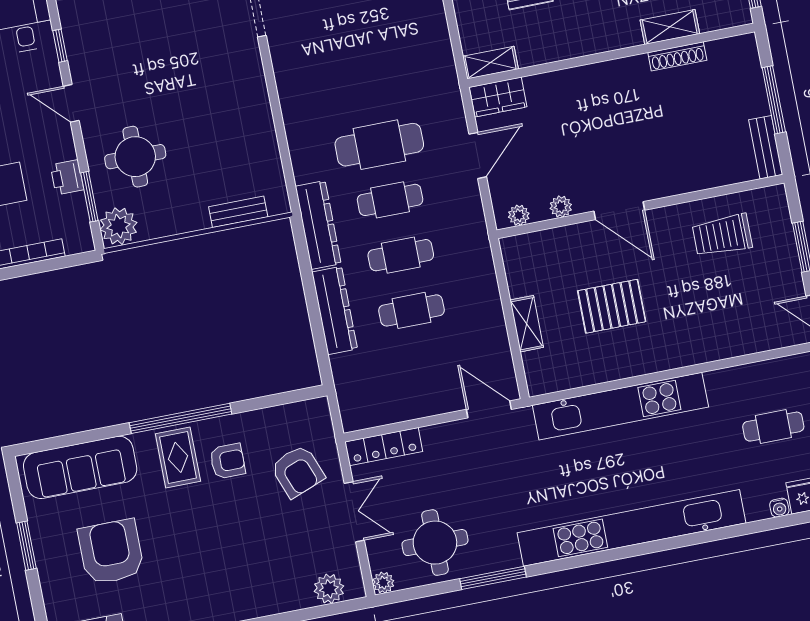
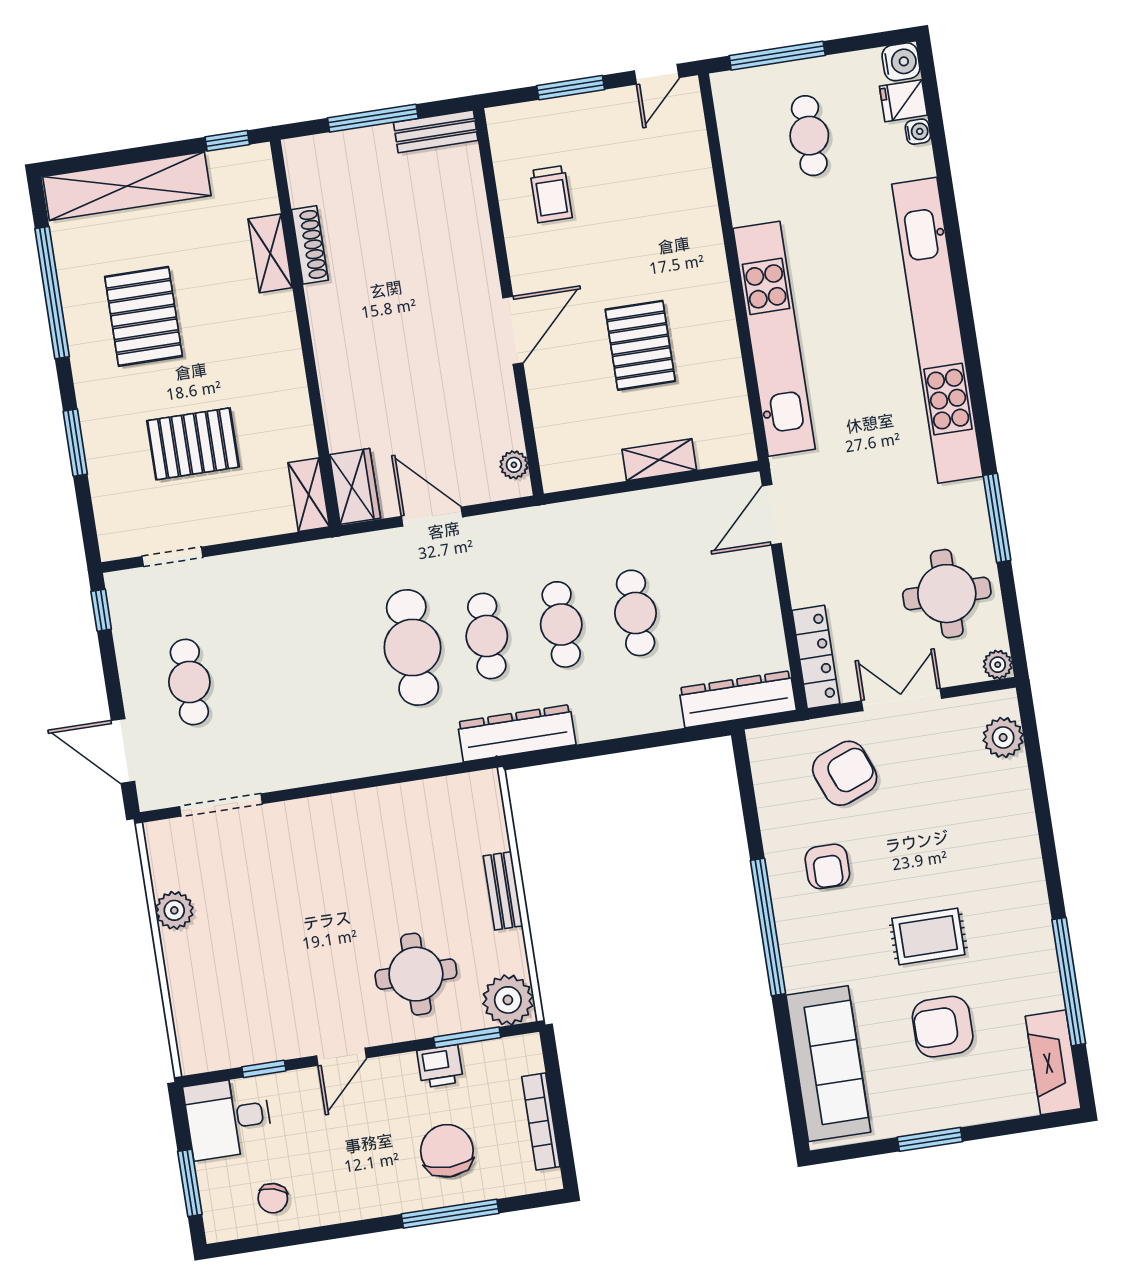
plant: (561, 207) -> (505, 408), removed
bench: (238, 212) -> (503, 891), moved
trolley: (722, 235) -> (551, 194), width x0.73, depth x0.72
dresser: (335, 310) -> (738, 699), moved
rug: (178, 457) -> (928, 936), moved
armchair: (228, 461) -> (827, 866), turned 180
armchair: (111, 552) -> (943, 1027), width x0.73, depth x0.73

